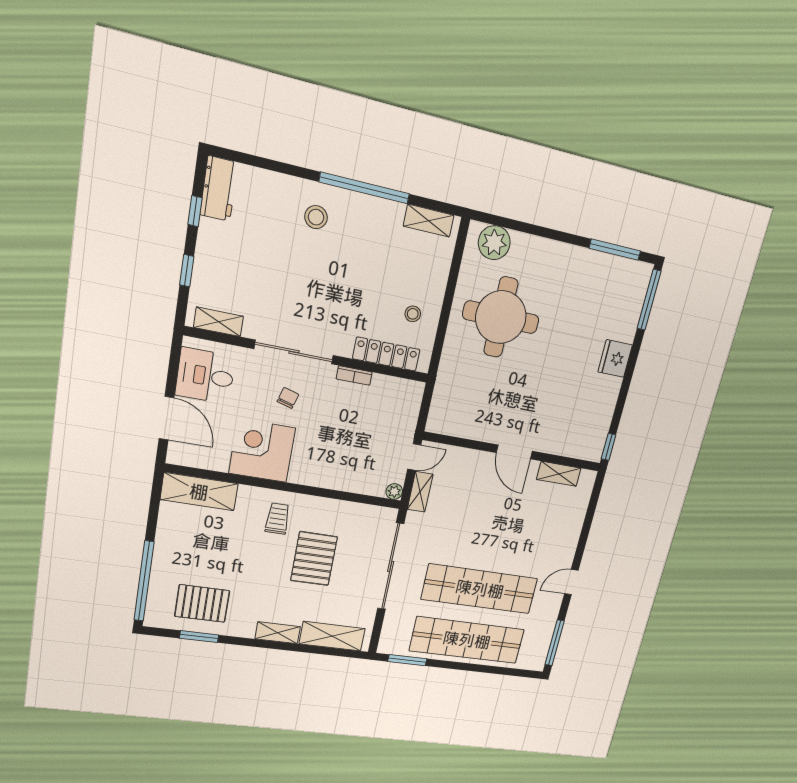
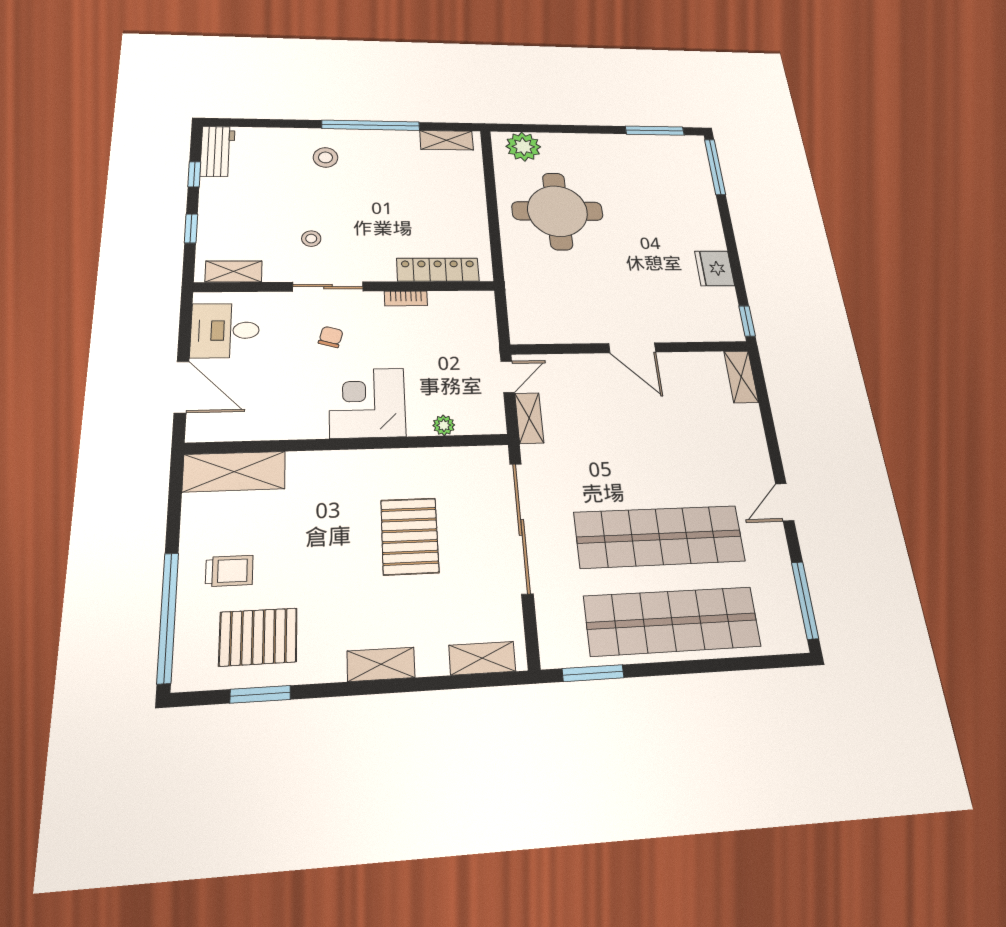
stool: (413, 314) -> (311, 239), moved
sliding door: (294, 352) -> (328, 287), width x0.73
fridge: (615, 359) -> (715, 268), moved
corner desk: (262, 451) -> (367, 403), moved
shelving: (559, 474) -> (741, 377), moved, turned 90
plant: (394, 492) -> (444, 425), moved
trolley: (278, 519) -> (229, 571), moved, turned 90
shelving: (332, 636) -> (482, 658), width x0.67, depth x0.75

